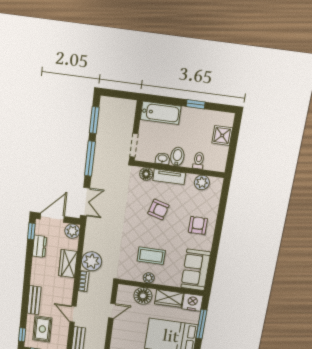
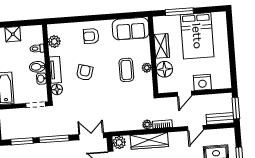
plant: (92, 261) -> (147, 124), width x0.53, depth x0.53
wardrobe: (68, 264) -> (149, 141), width x1.50
nightstand: (192, 302) -> (202, 82), moved, turned -90
door: (112, 311) -> (184, 94), swing flipped

